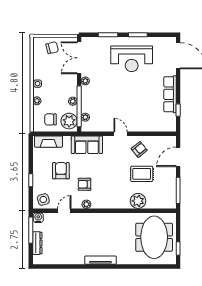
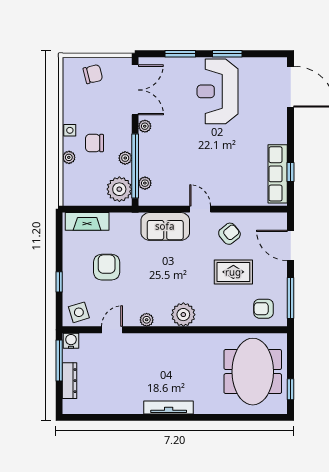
double door: (79, 58) -> (135, 90), swing flipped
reception desk: (132, 59) -> (218, 91), turned 90
row of seats: (170, 94) -> (278, 174), moved
chair: (50, 119) -> (94, 143), moved
sofa: (87, 145) -> (165, 226), moved
door: (178, 157) -> (291, 245), hinge flipped
armchair: (84, 184) -> (263, 309), moved
plant: (138, 201) -> (183, 315), moved

